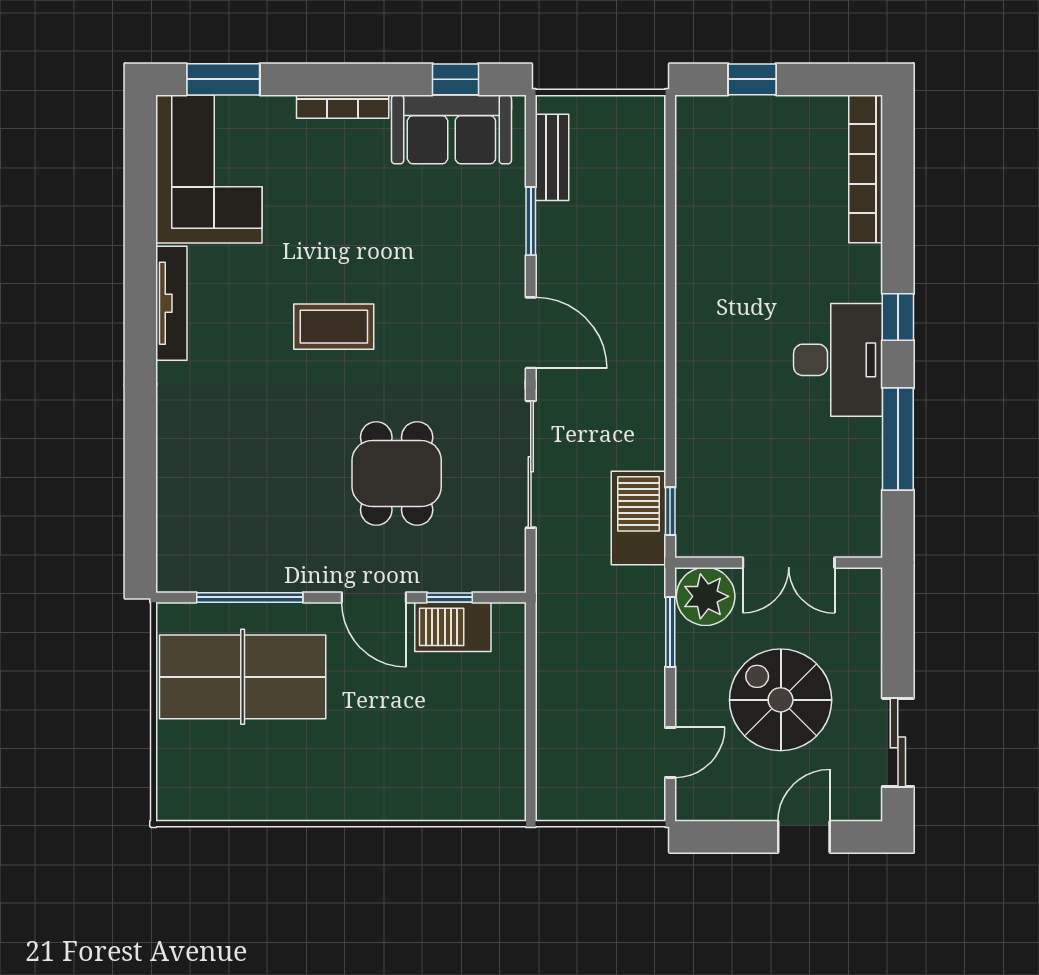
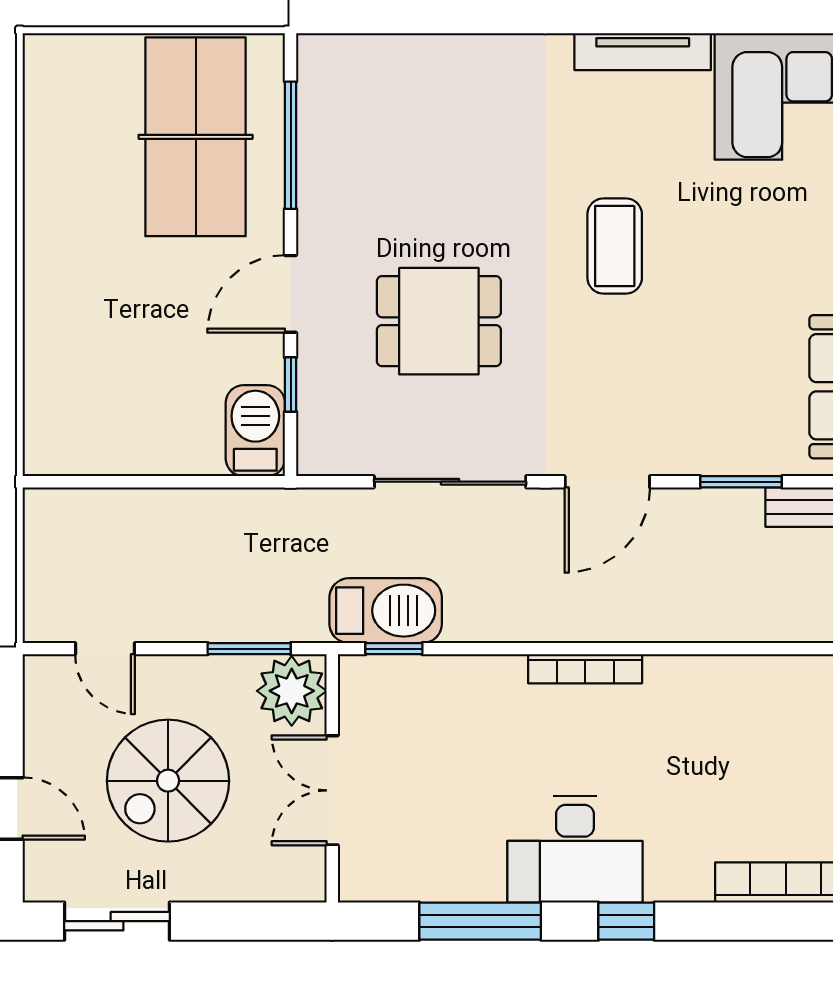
bookcase: (687, 351) -> (585, 669), added
barbecue: (453, 627) -> (255, 431), moved
spiral stairs: (781, 700) -> (168, 781), turned 180

